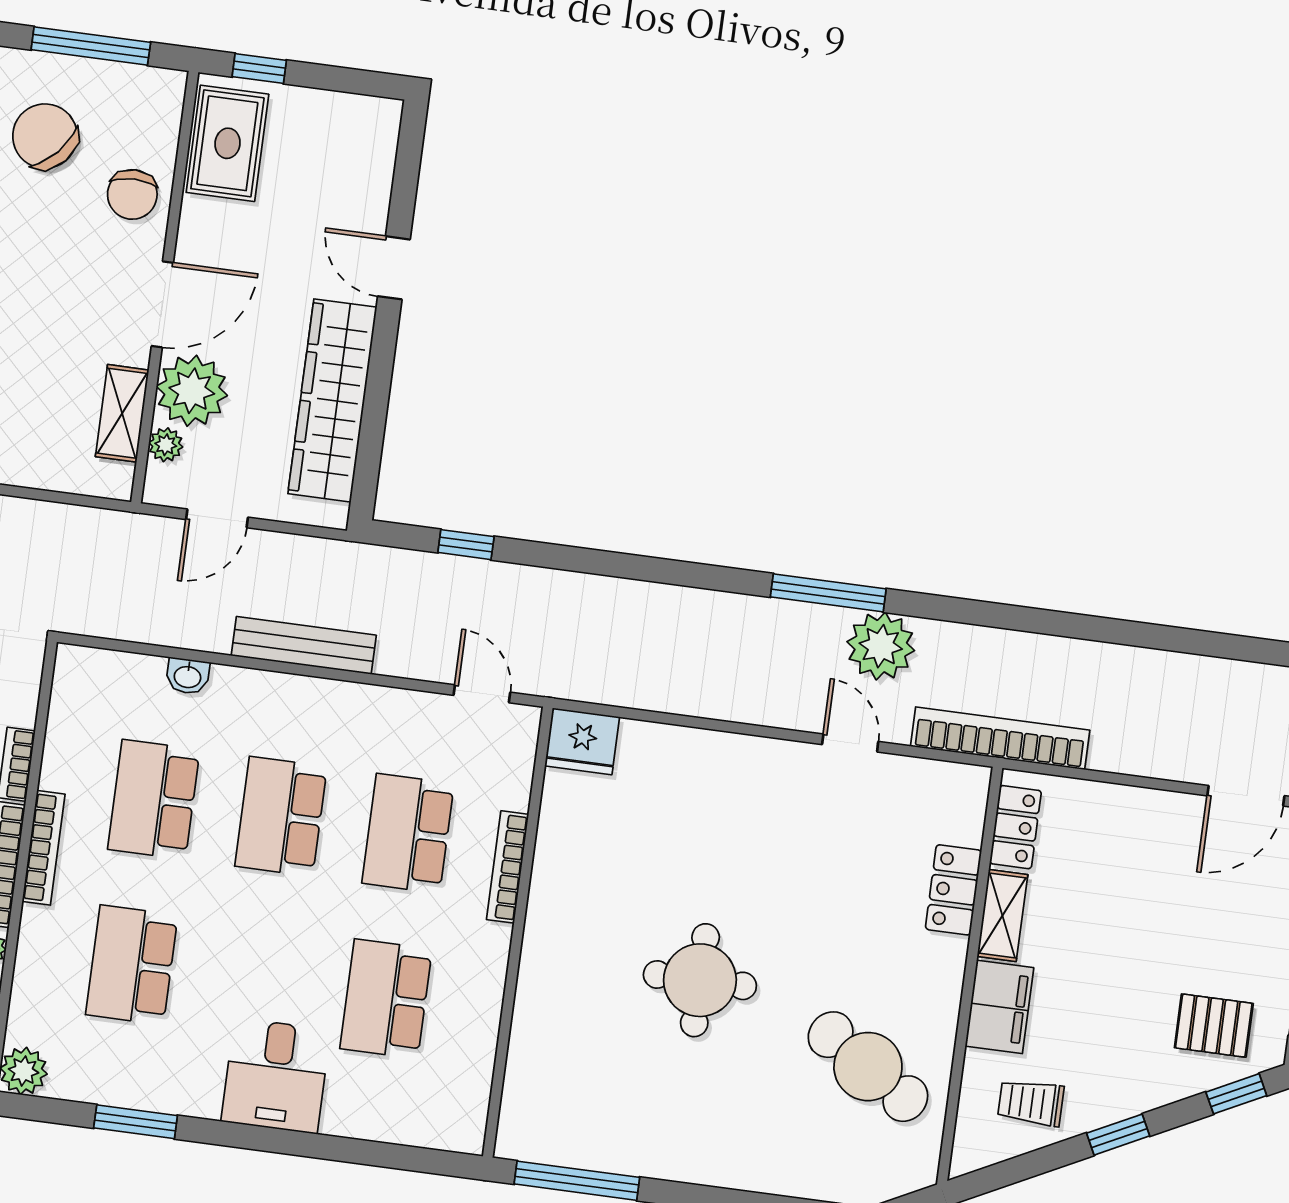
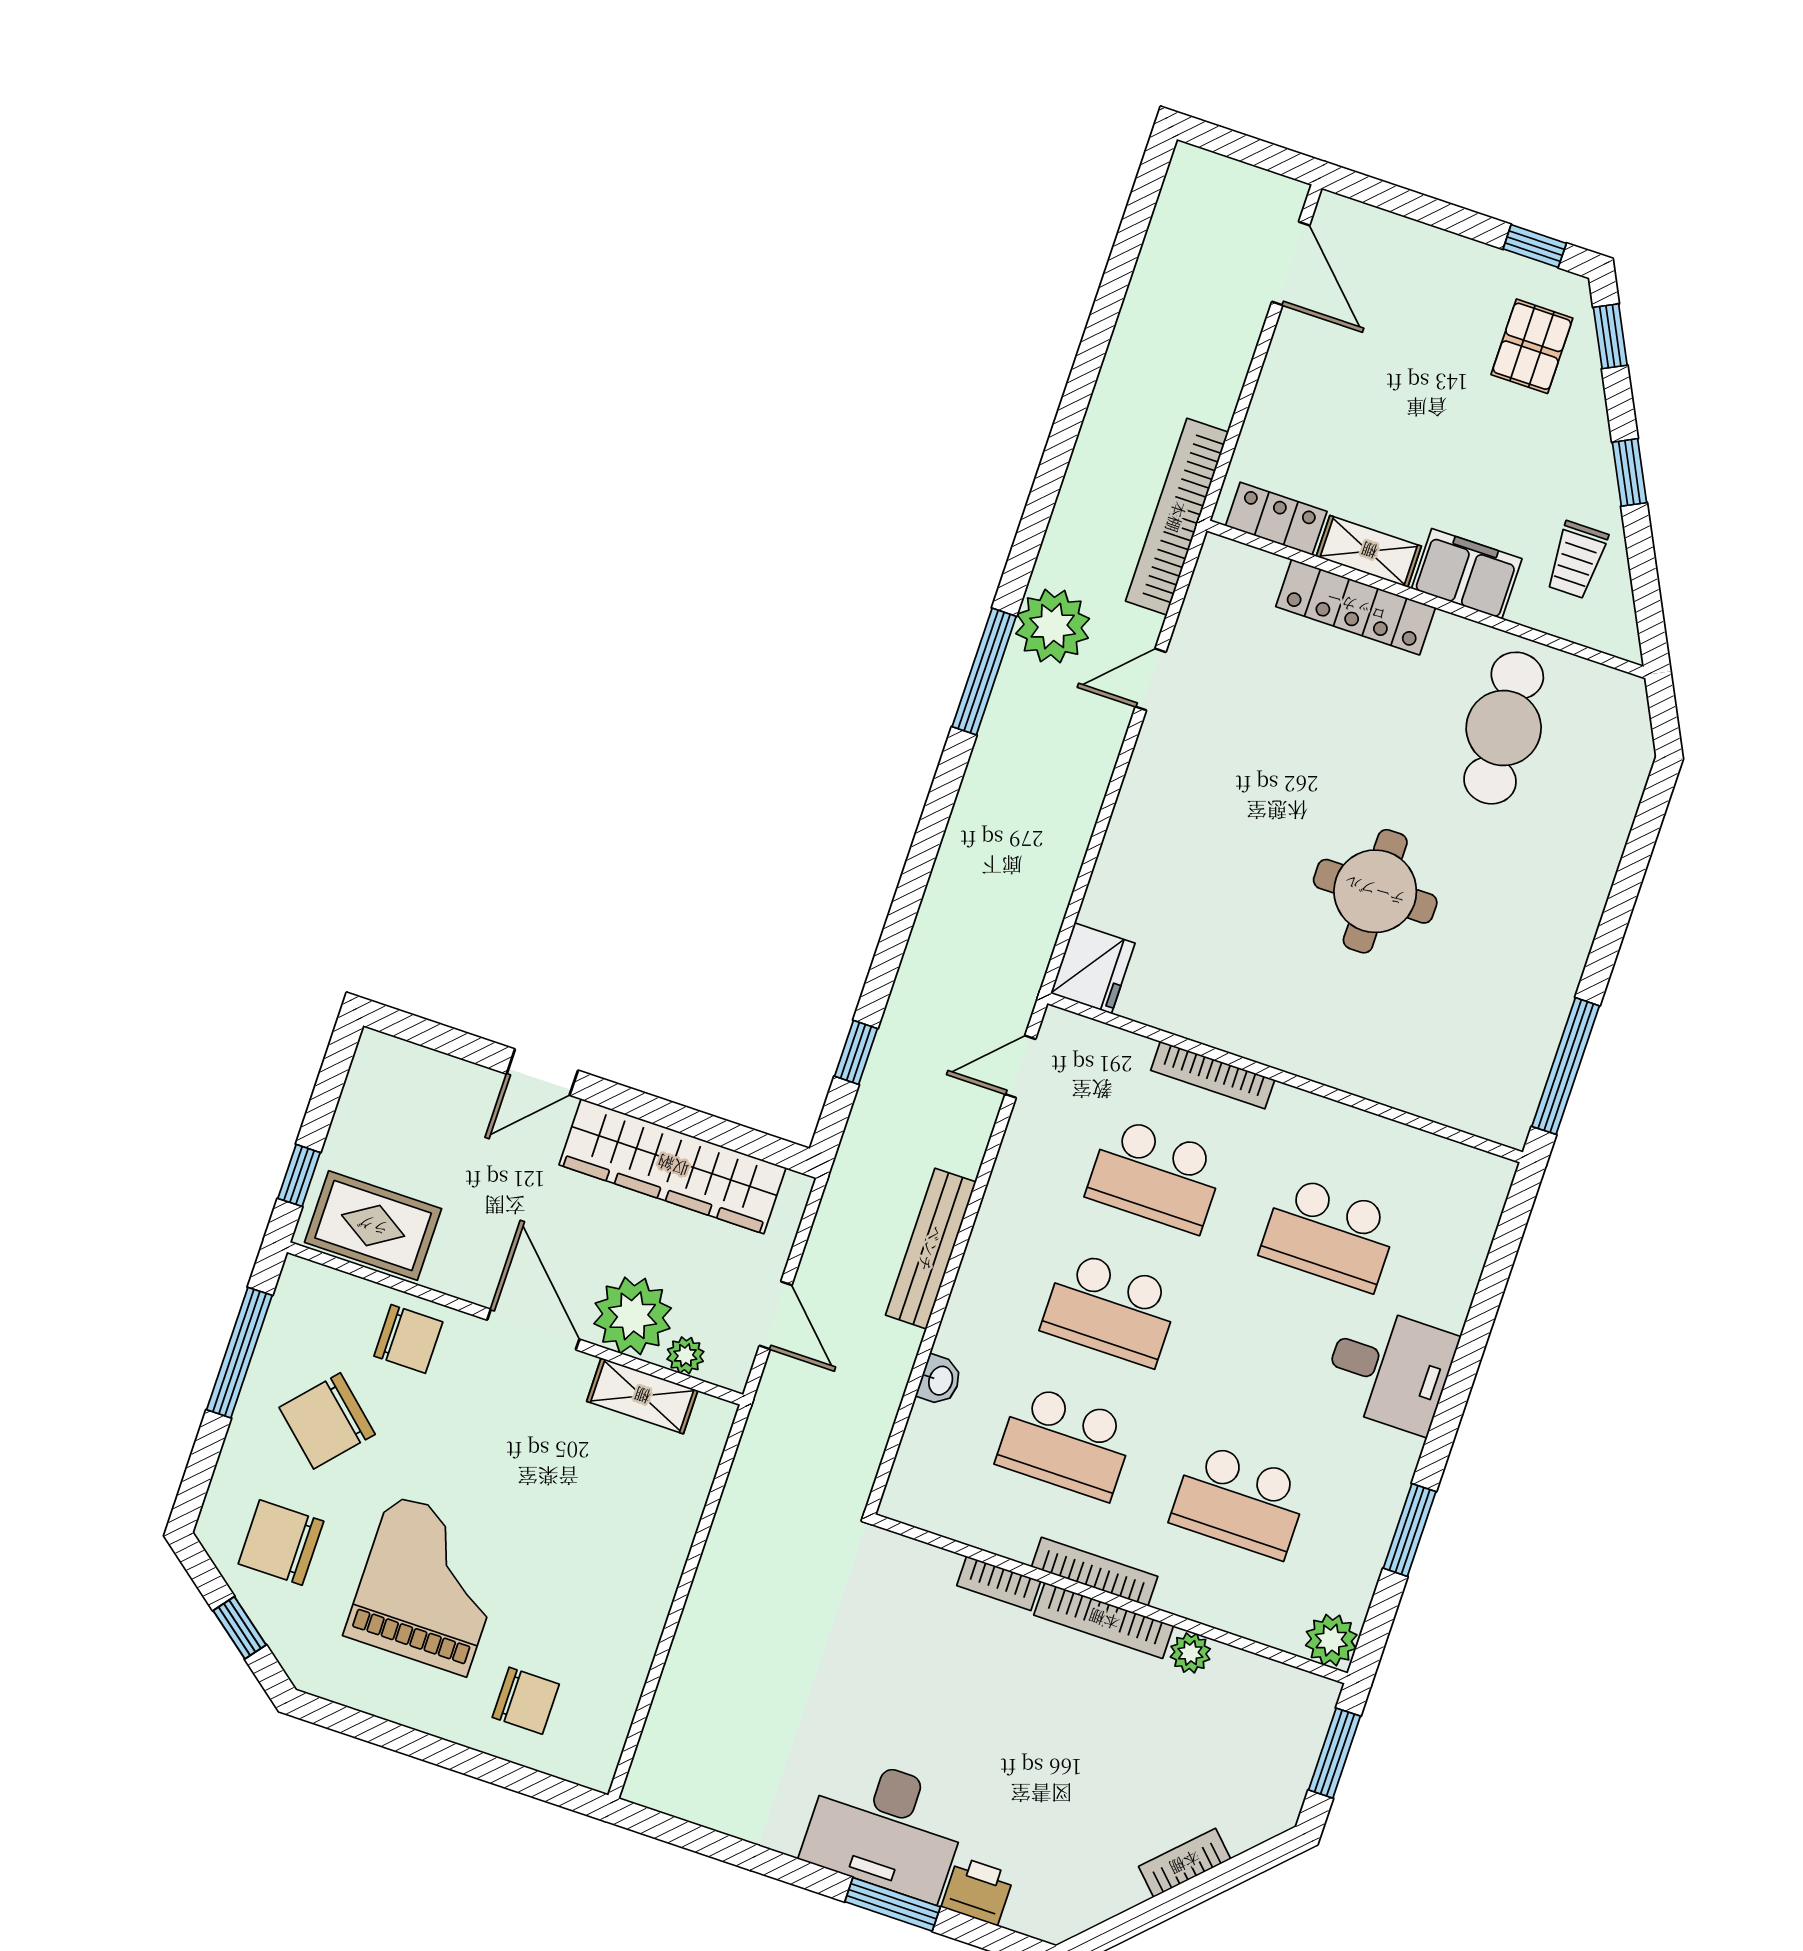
locker: (953, 890) -> (1356, 607), width x1.53
cafe table: (868, 1067) -> (1504, 728), turned -37

